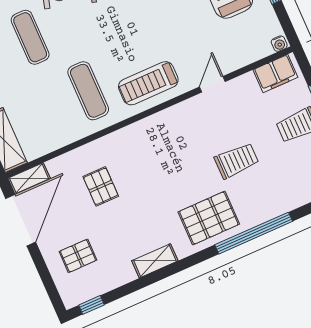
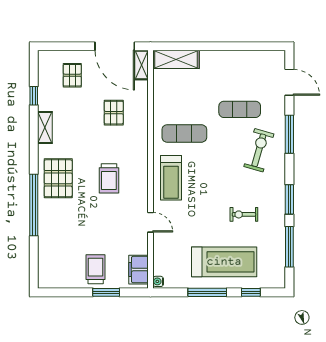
treadmill: (148, 83) -> (171, 178), turned 180
trolley: (236, 161) -> (109, 178), moved
pallet: (101, 186) -> (114, 113), turned 90
window: (91, 305) -> (34, 96), moved

